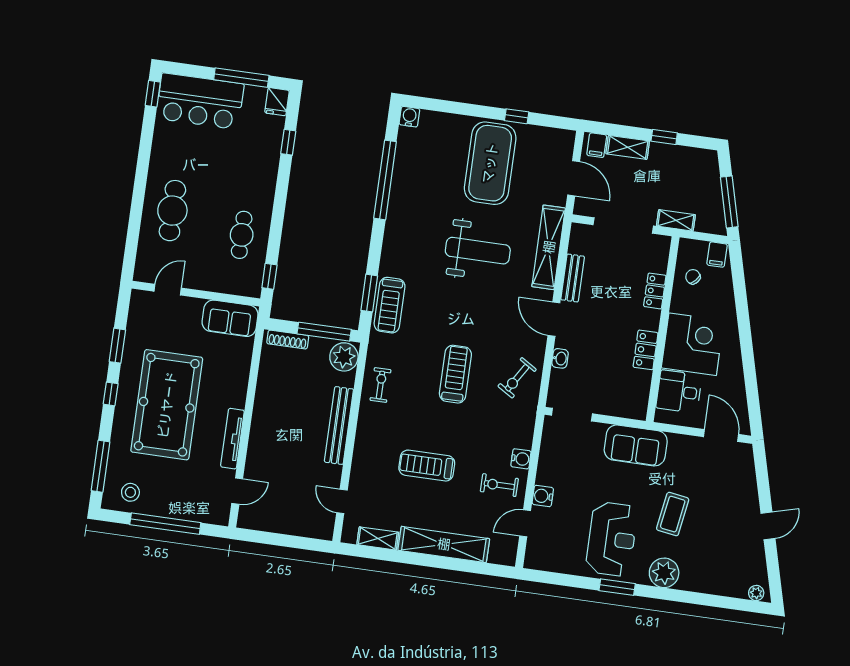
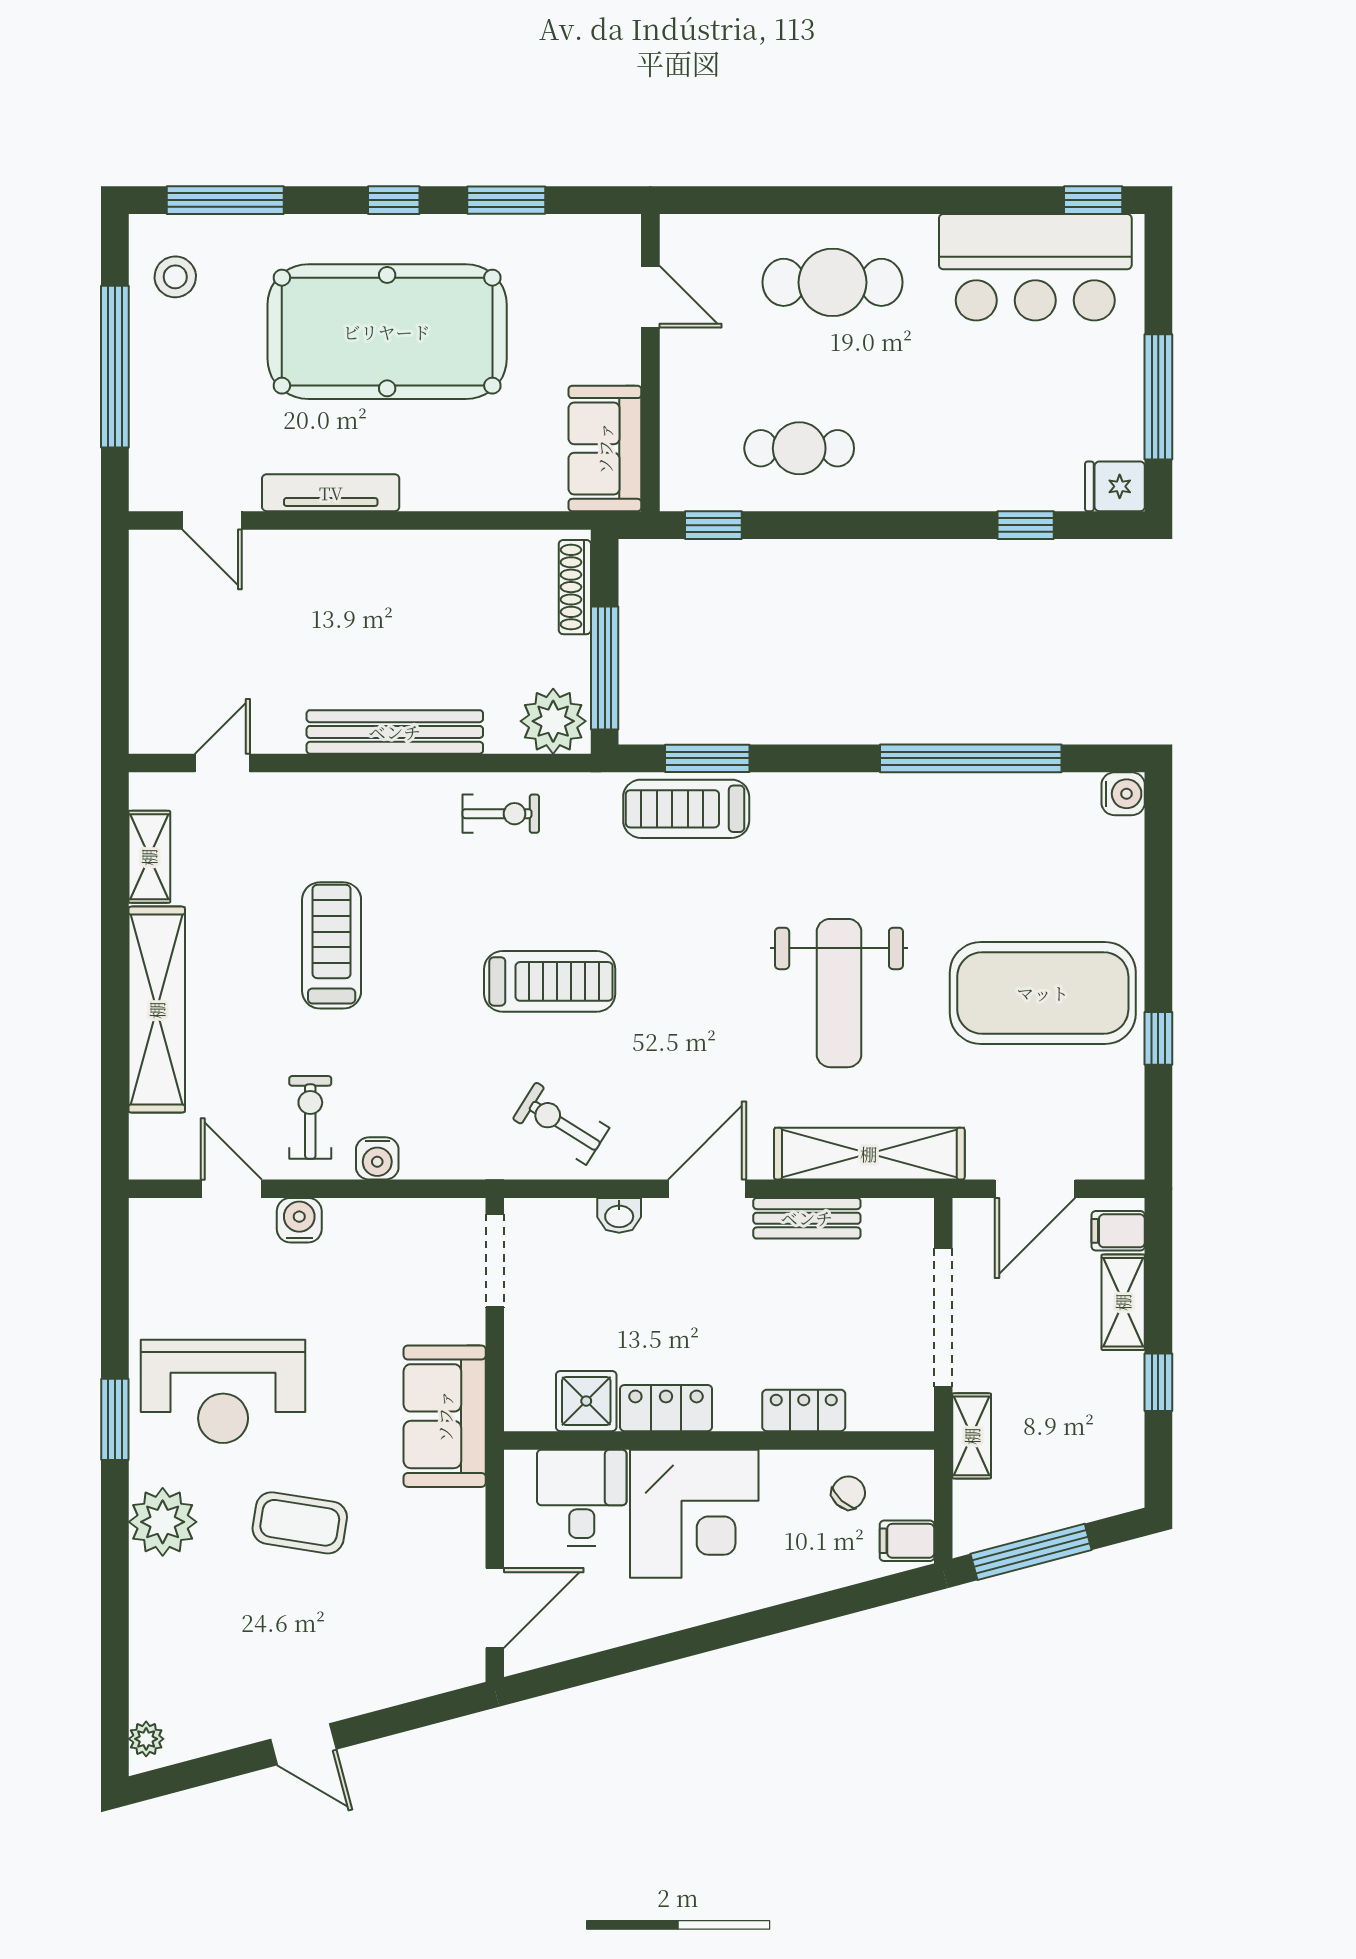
bar counter: (200, 101) -> (1035, 267), moved, turned -90
shower: (638, 384) -> (586, 1401), added

